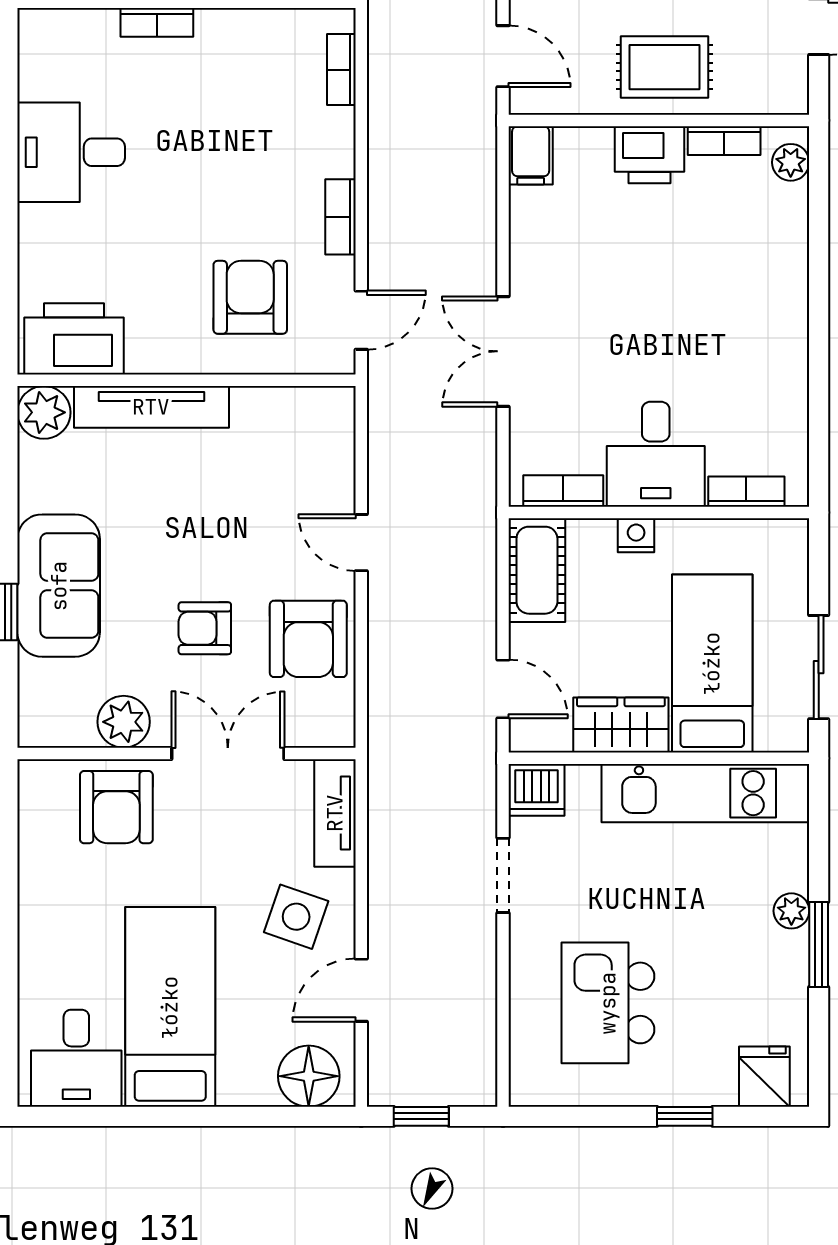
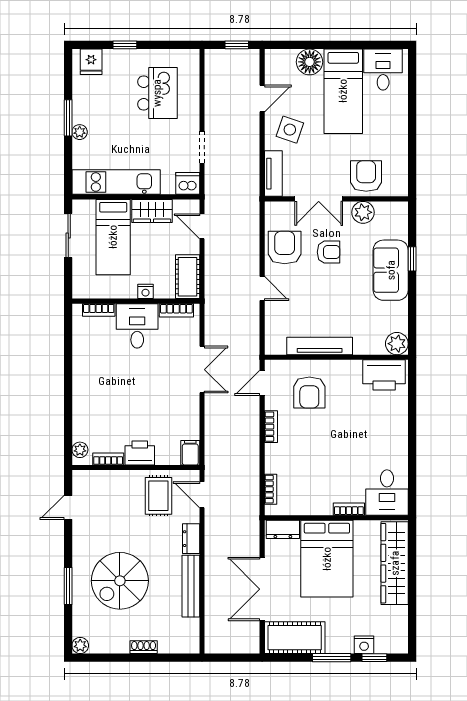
rug: (664, 67) -> (158, 496), moved, turned 90
desk: (71, 152) -> (387, 493), moved, turned 90
tv unit: (151, 407) -> (320, 346), moved
floor lamp: (309, 1076) -> (310, 62), moved

